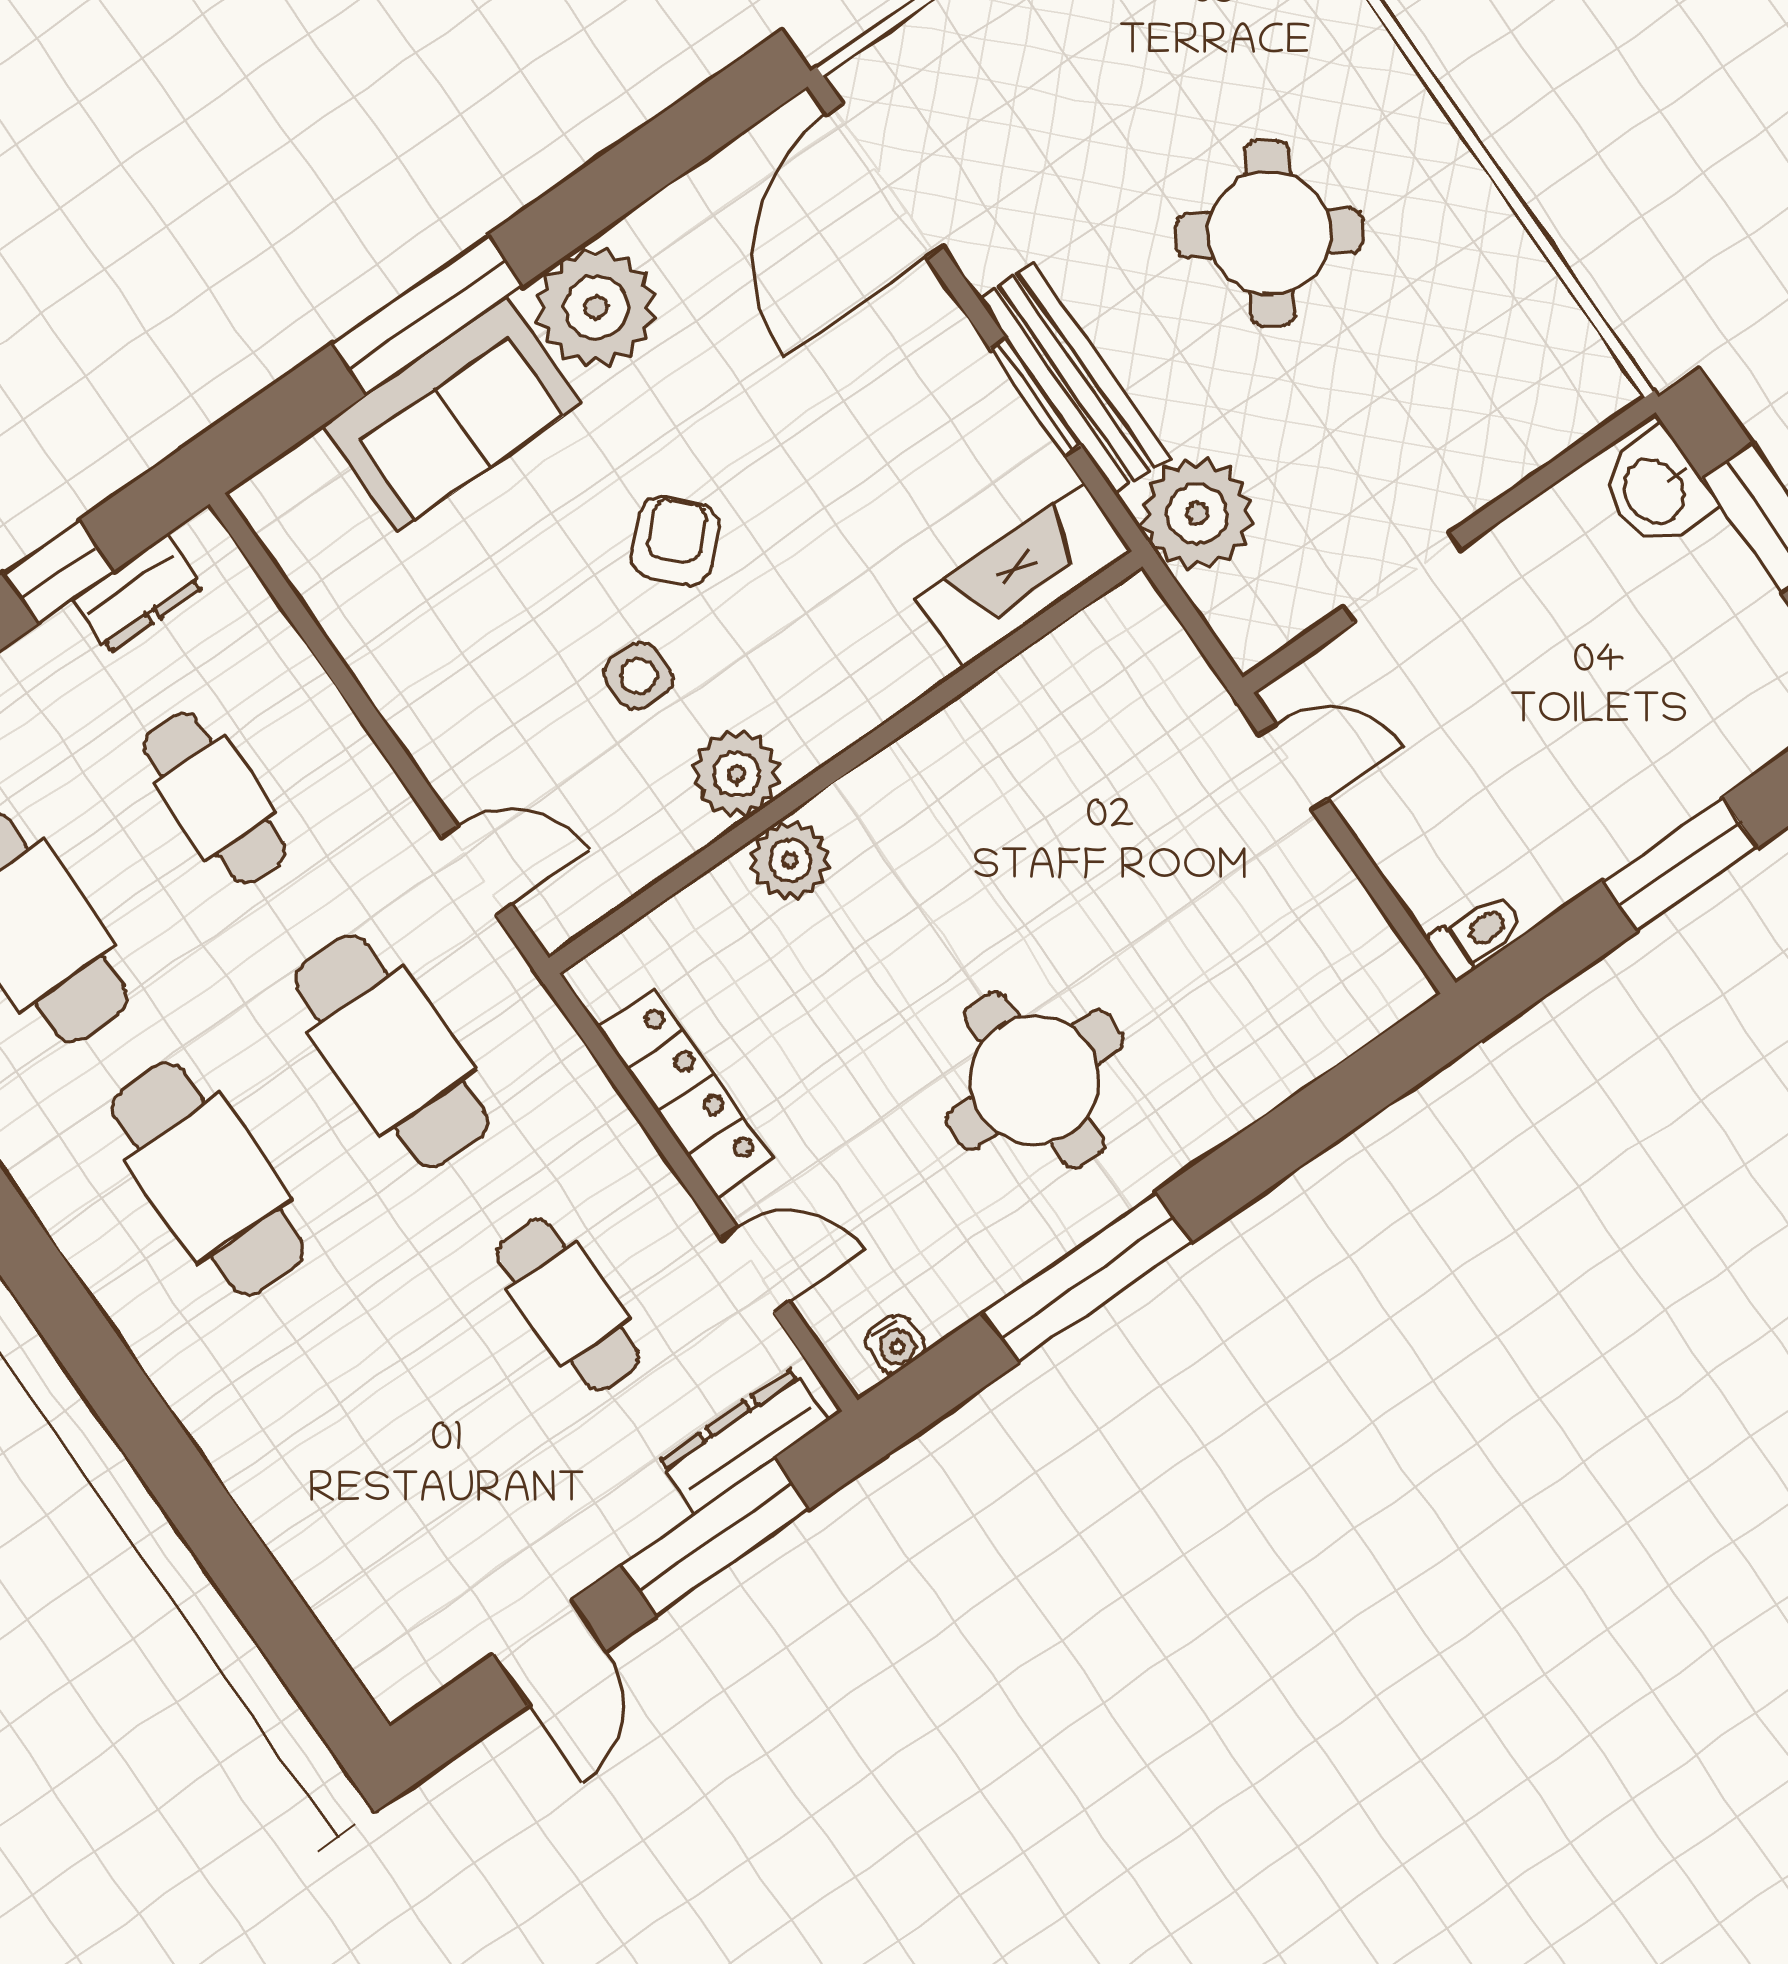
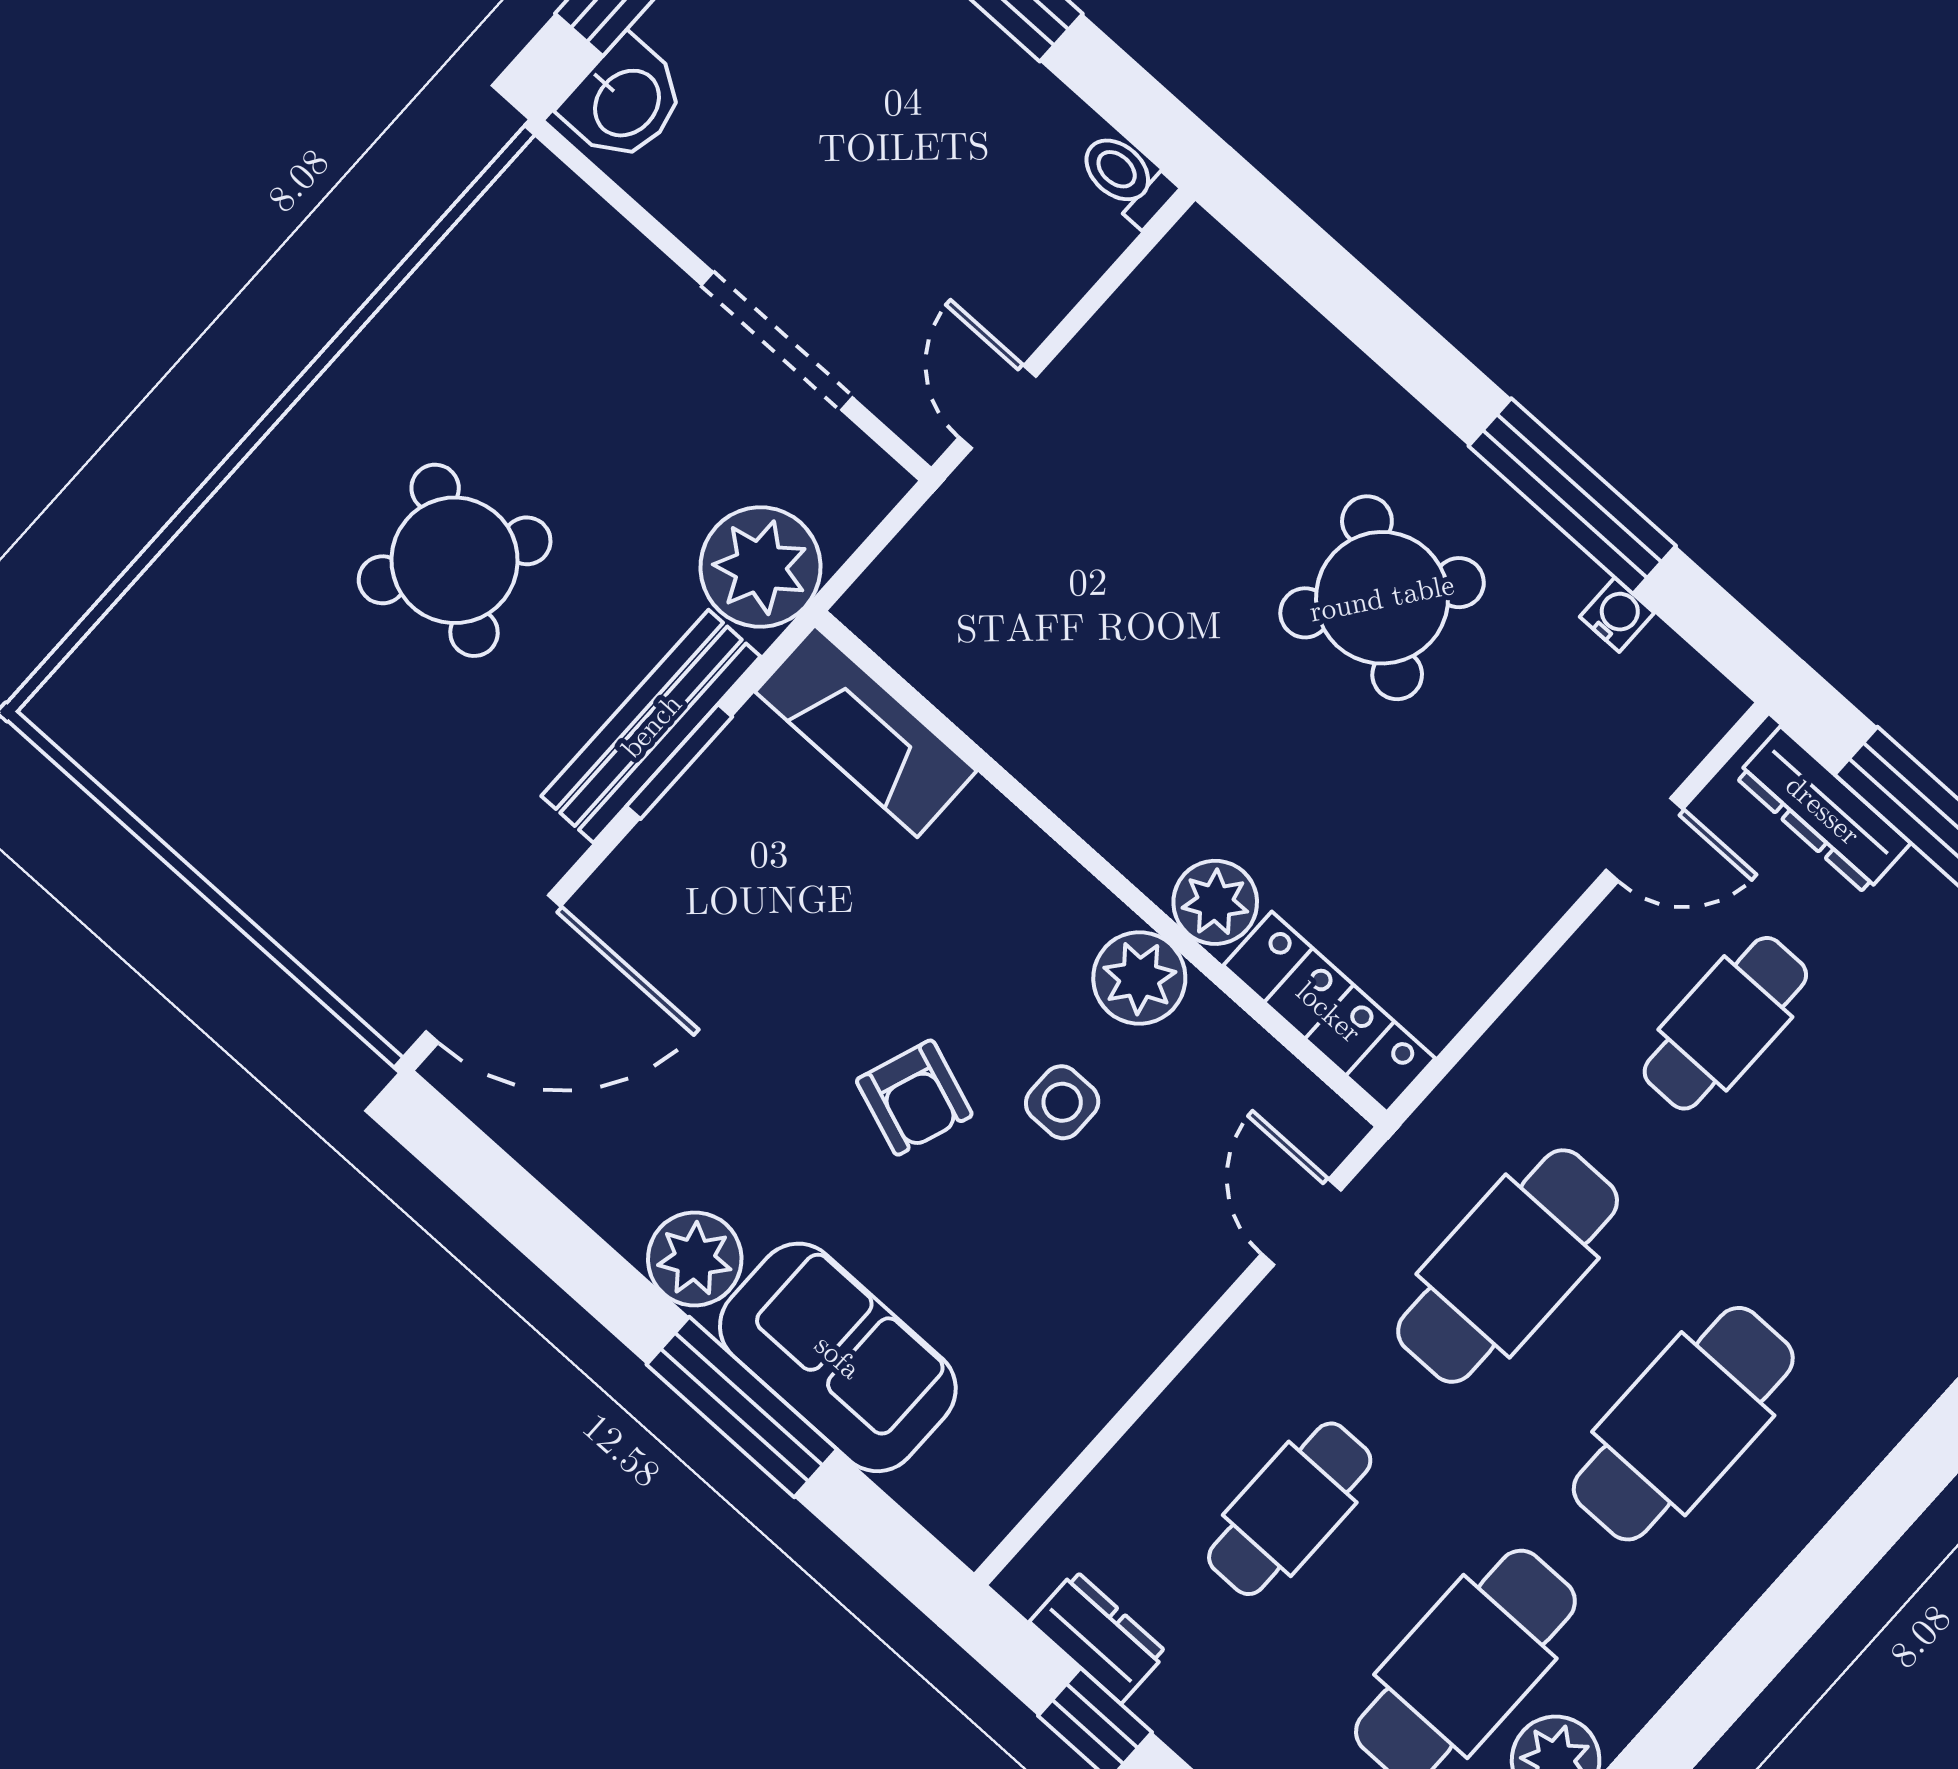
plant: (596, 307) -> (695, 1259), width x0.73, depth x0.73
armchair: (675, 541) -> (914, 1098), turned -116
doorway: (1402, 578) -> (777, 341), width x1.38
round table: (1035, 1080) -> (1382, 598), turned 37
locker: (685, 1093) -> (1329, 1012), moved, turned 90
door: (755, 1270) -> (1645, 839), swing flipped
water cooler: (895, 1344) -> (1617, 615), moved

